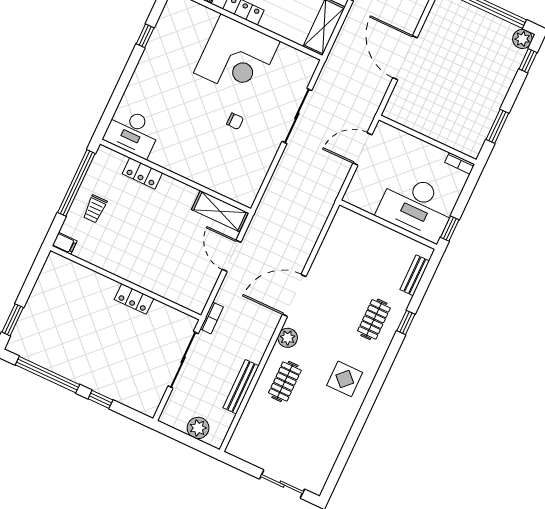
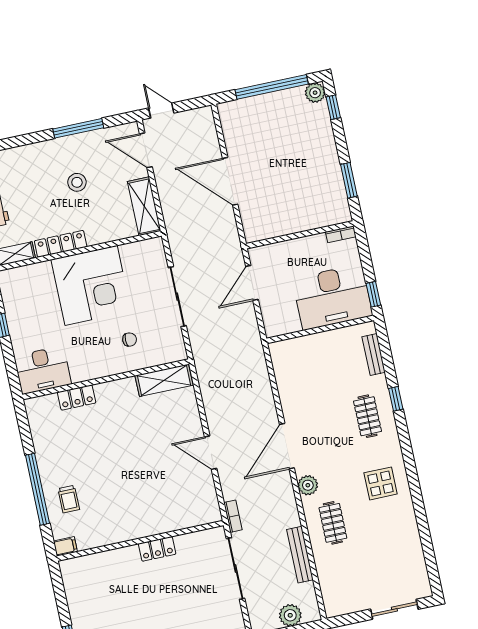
desk: (132, 132) -> (43, 370), moved
locker: (142, 173) -> (77, 398), moved
wall: (175, 176) -> (106, 379), moved
shelving: (220, 211) -> (164, 380), moved

